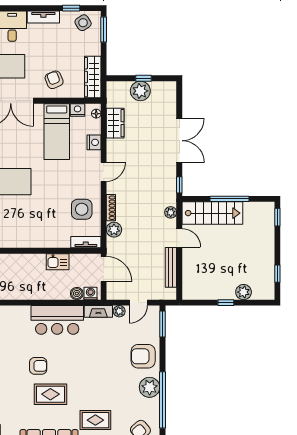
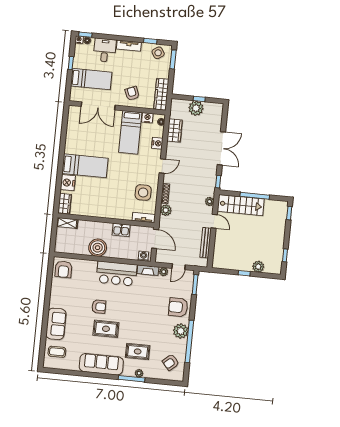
boiler: (77, 294) -> (98, 248), moved, width x1.86, depth x1.86

